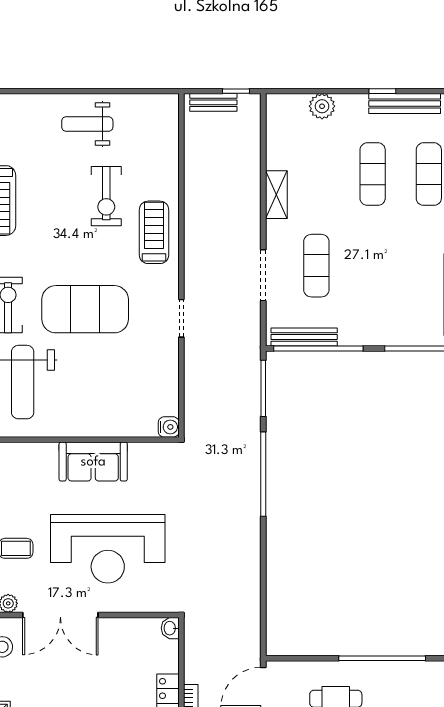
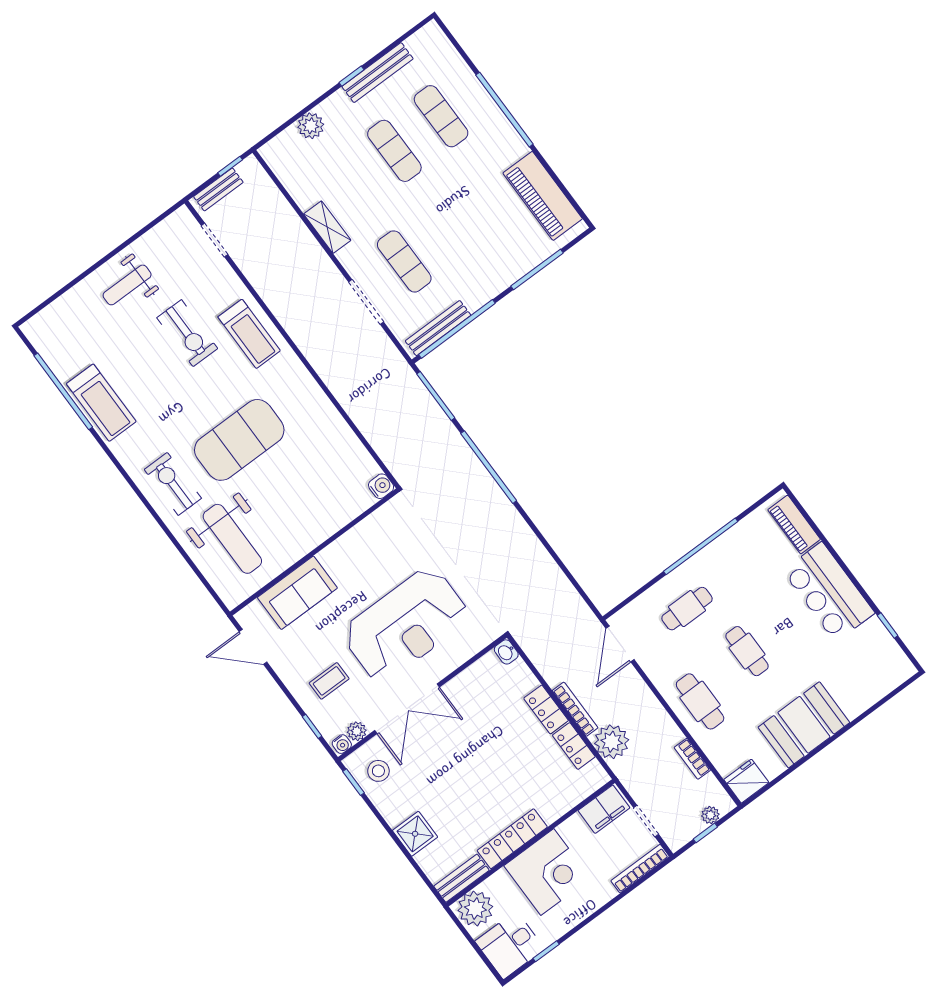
treadmill: (154, 232) -> (249, 334), turned 180
doorway: (181, 318) -> (215, 240), moved
sofa: (93, 462) -> (297, 593), moved

